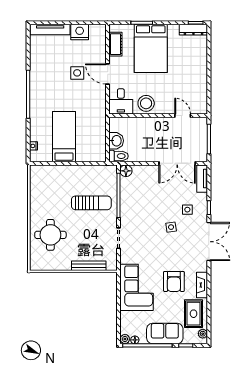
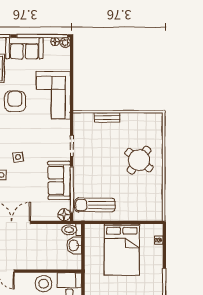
bed: (64, 137) -> (122, 250), width x1.50
sun lounger: (91, 203) -> (95, 205), moved
sofa: (131, 204) -> (59, 180), added
round table: (50, 235) -> (139, 160), moved, turned 38
bench: (89, 266) -> (107, 117), width x0.73

